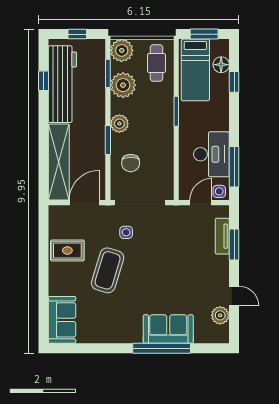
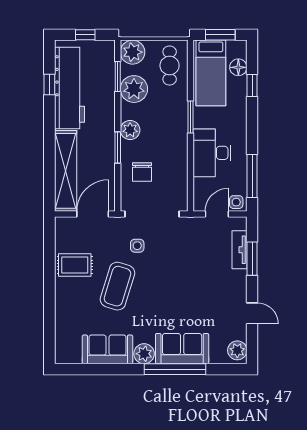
desk: (211, 154) -> (212, 153), moved, turned 180
plant: (220, 315) -> (237, 350), moved
sofa: (62, 320) -> (107, 349), moved, turned -90
plant: (133, 334) -> (144, 354), added

